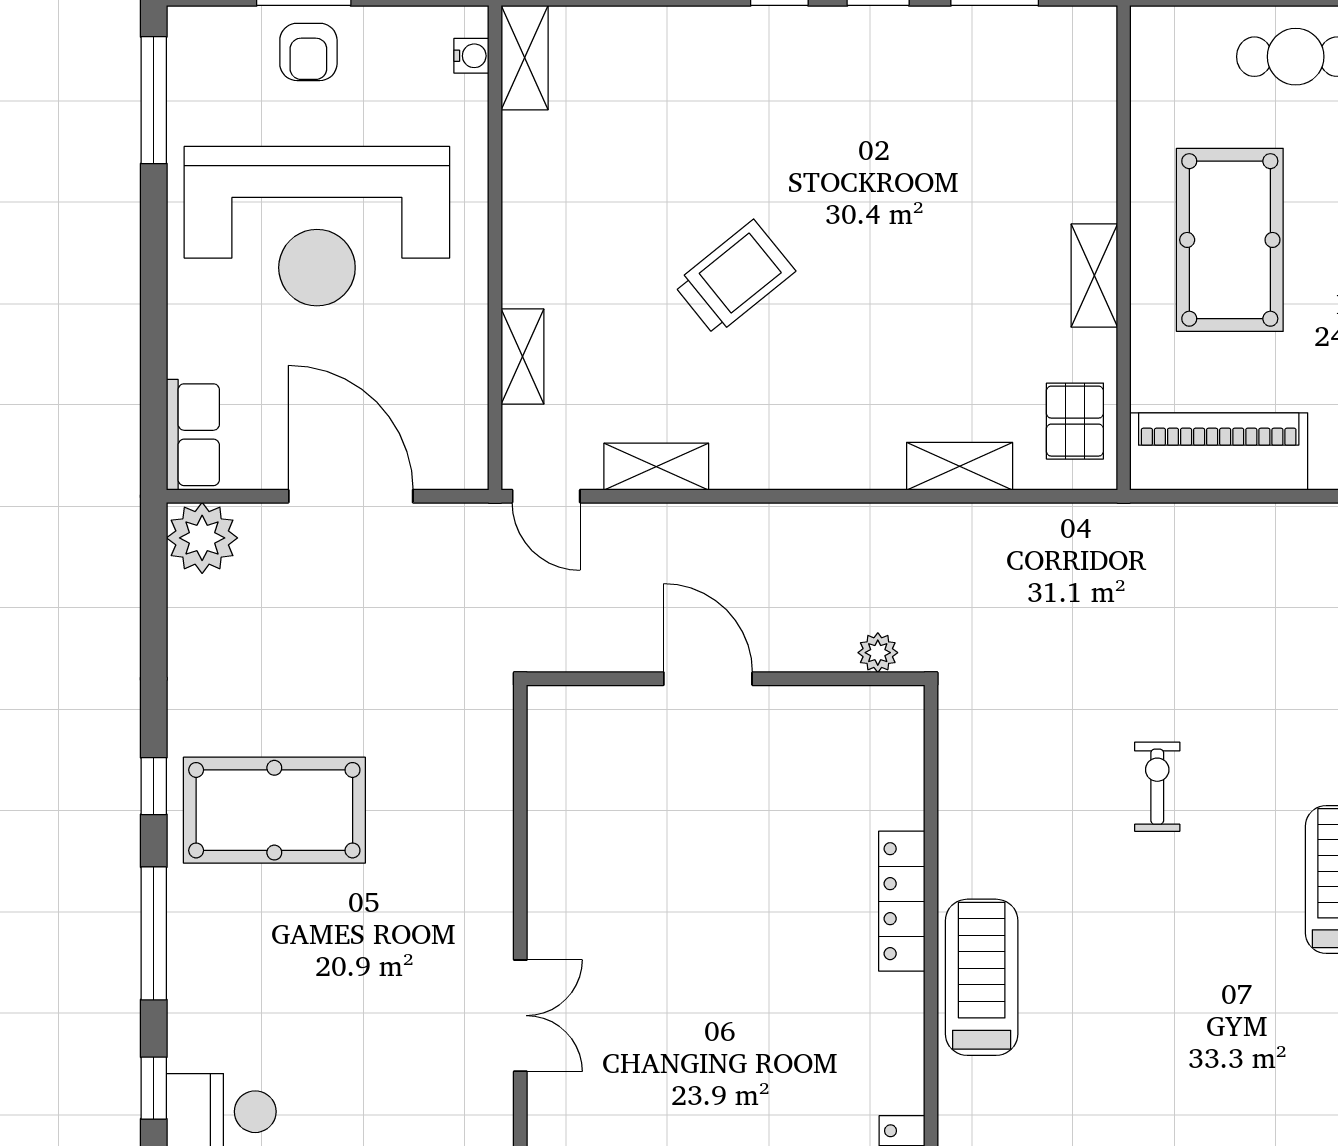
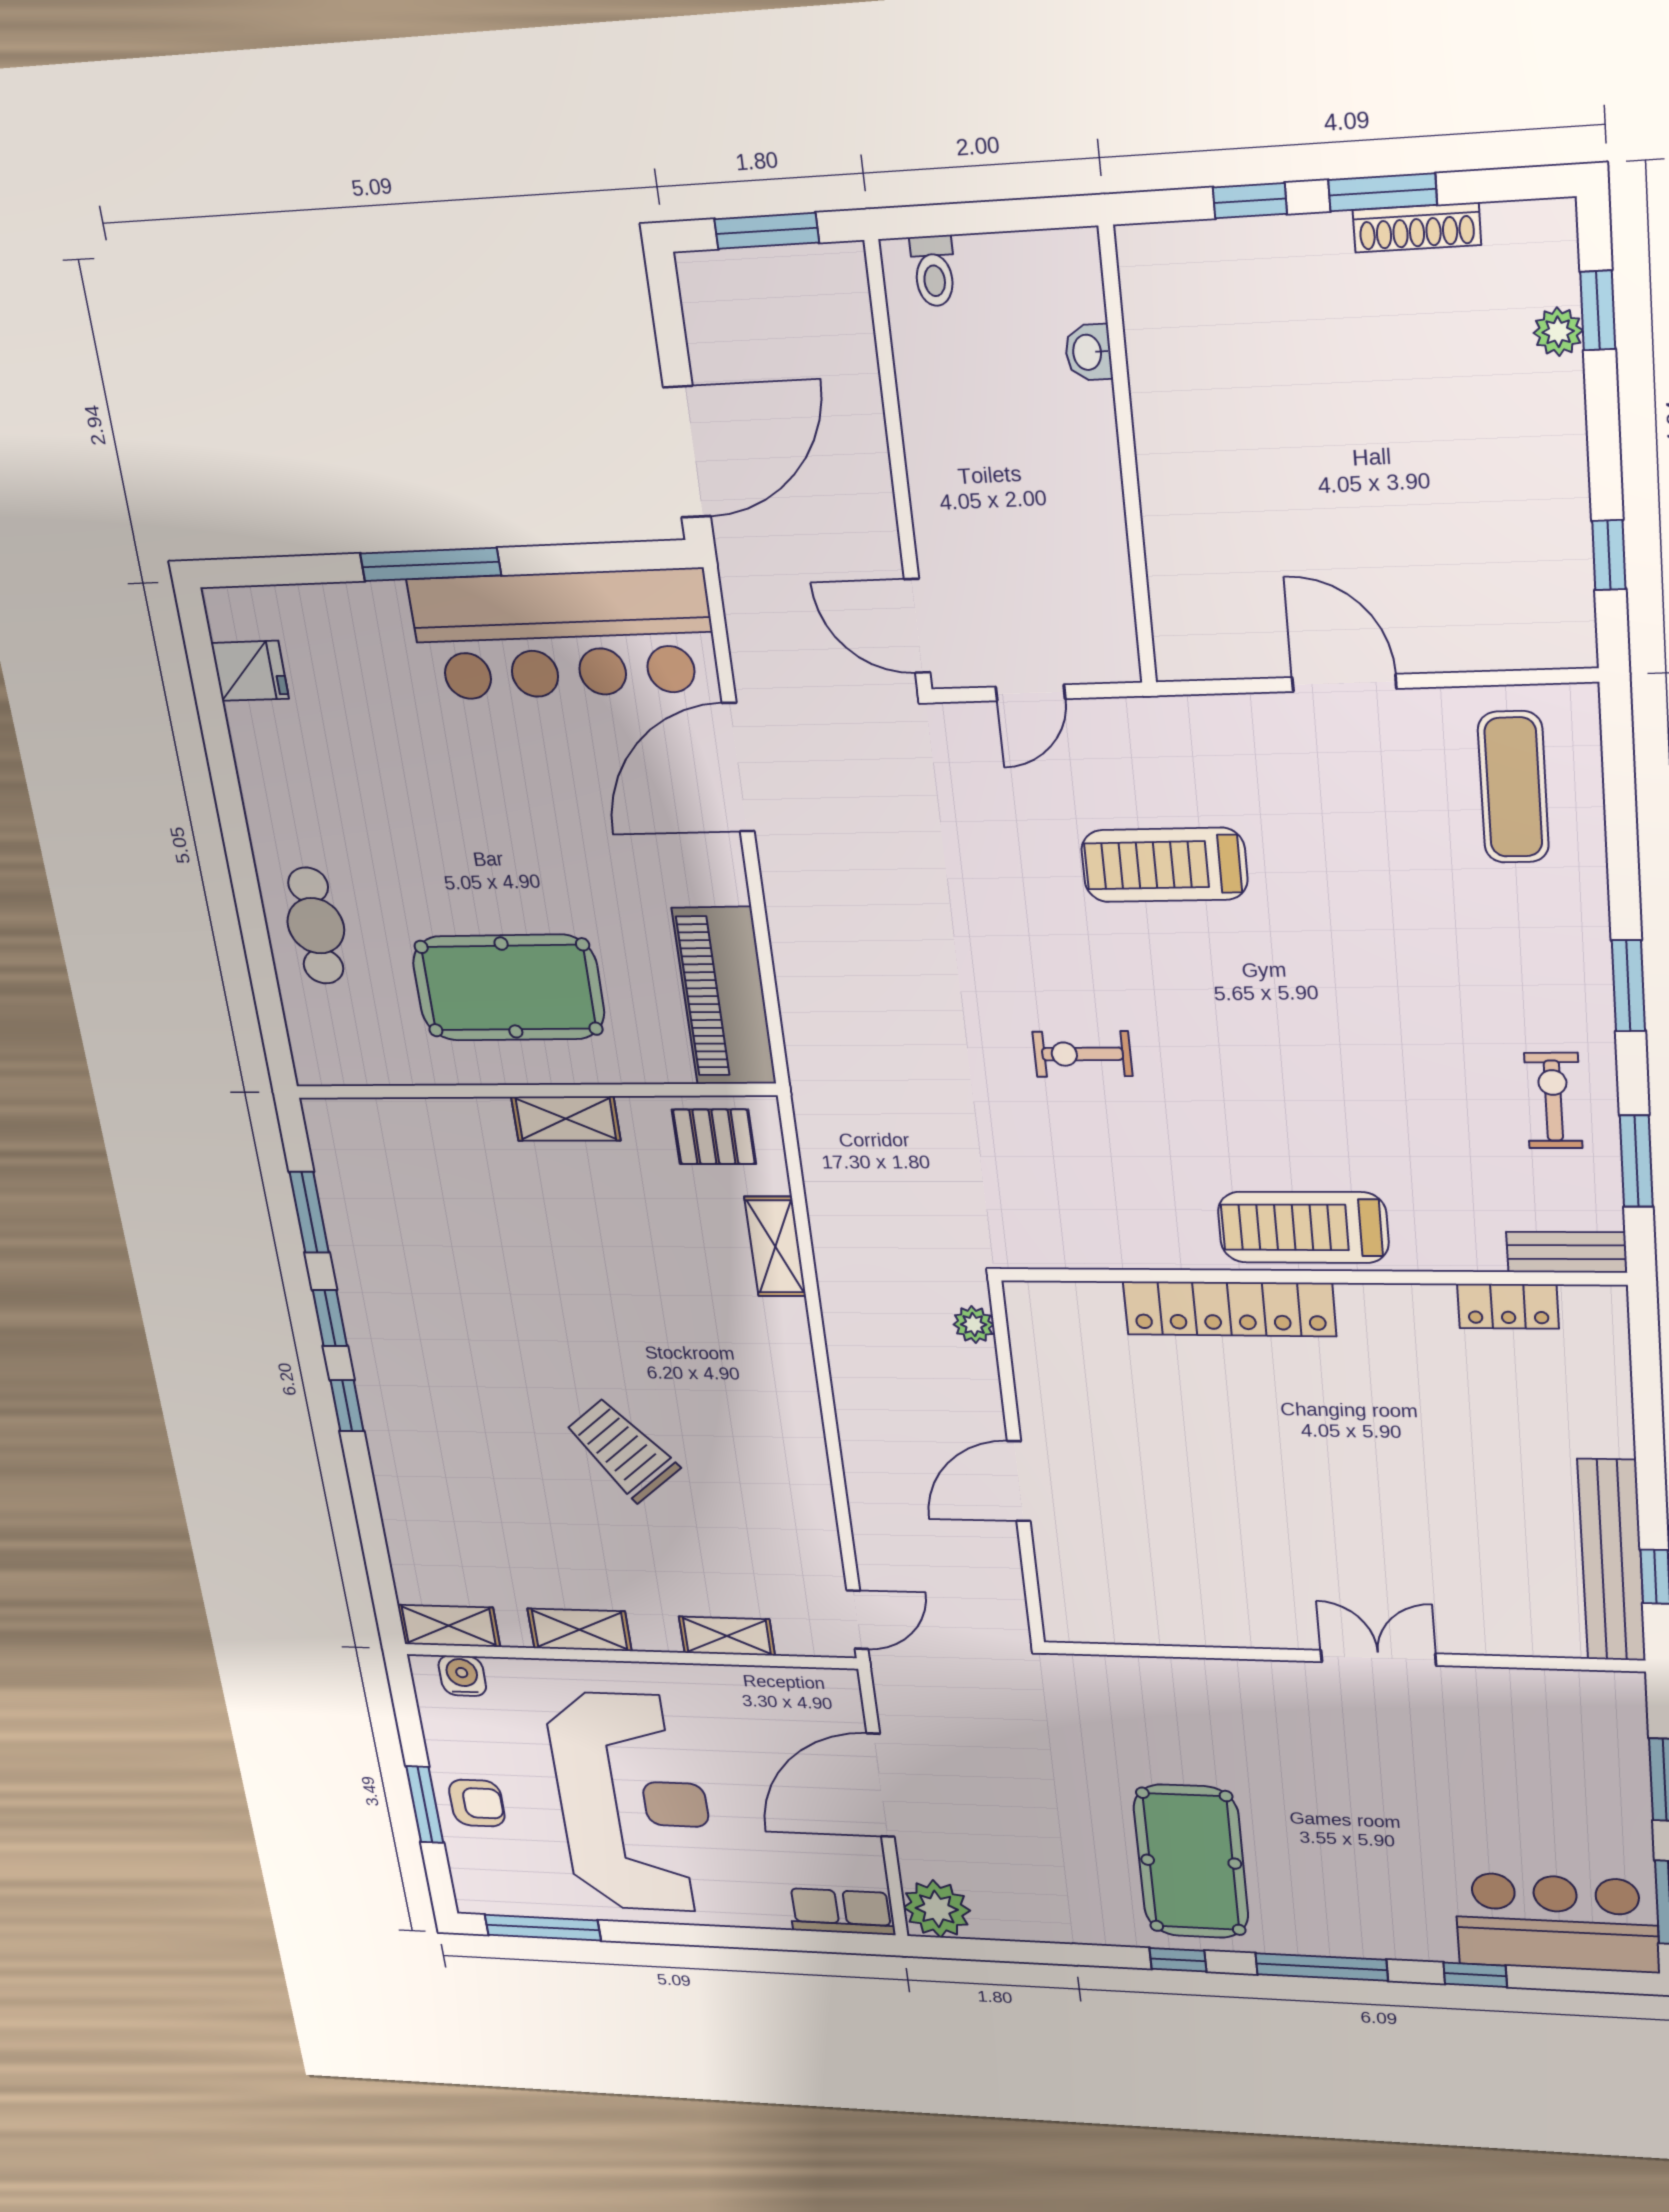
water cooler: (471, 56) -> (462, 1676), width x1.38, depth x1.38
shelving: (656, 467) -> (579, 1630), moved, turned 90
locker: (902, 901) -> (1229, 1309), width x1.41, depth x1.21

